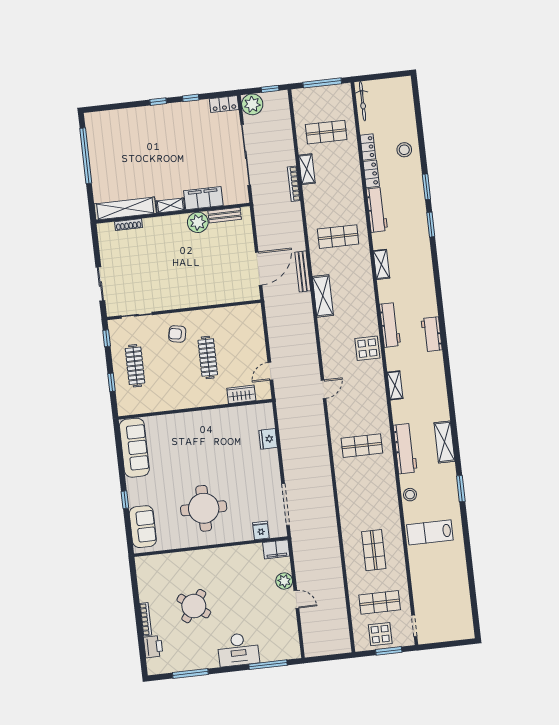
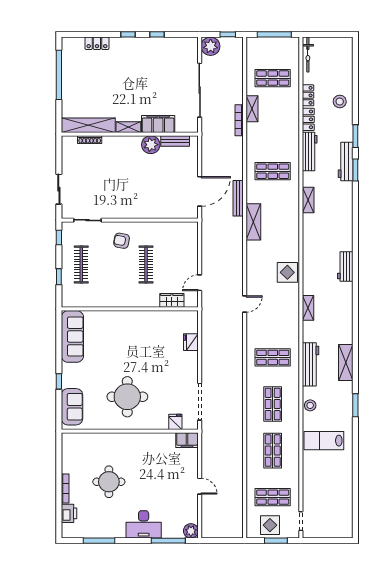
locker: (224, 104) -> (97, 43), moved
workbench: (390, 325) -> (346, 161), moved, turned 180
shop shelf: (368, 498) -> (273, 404), added
plant: (284, 581) -> (191, 531), moved
round table: (194, 606) -> (109, 482), turned -37

